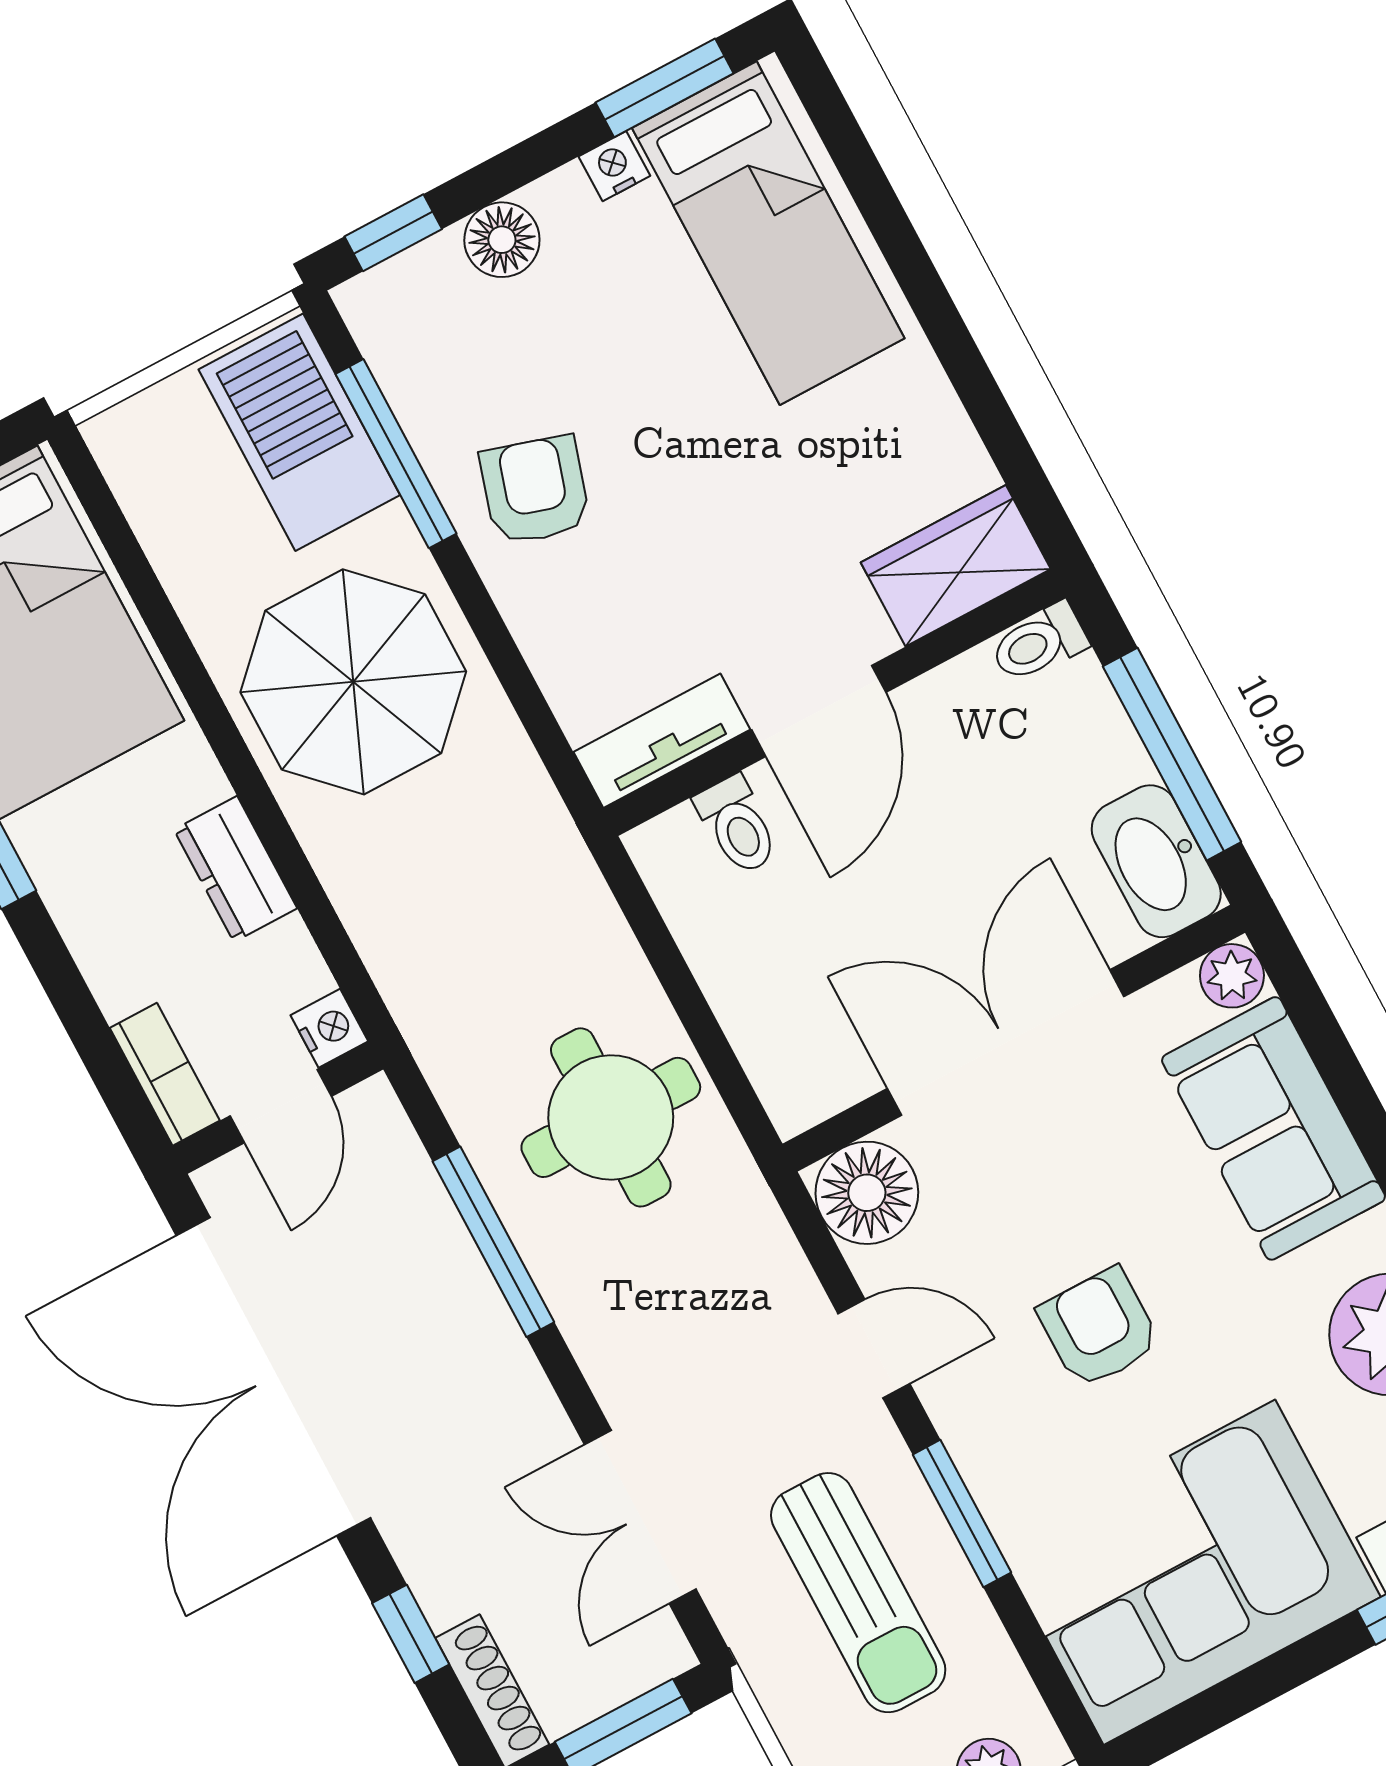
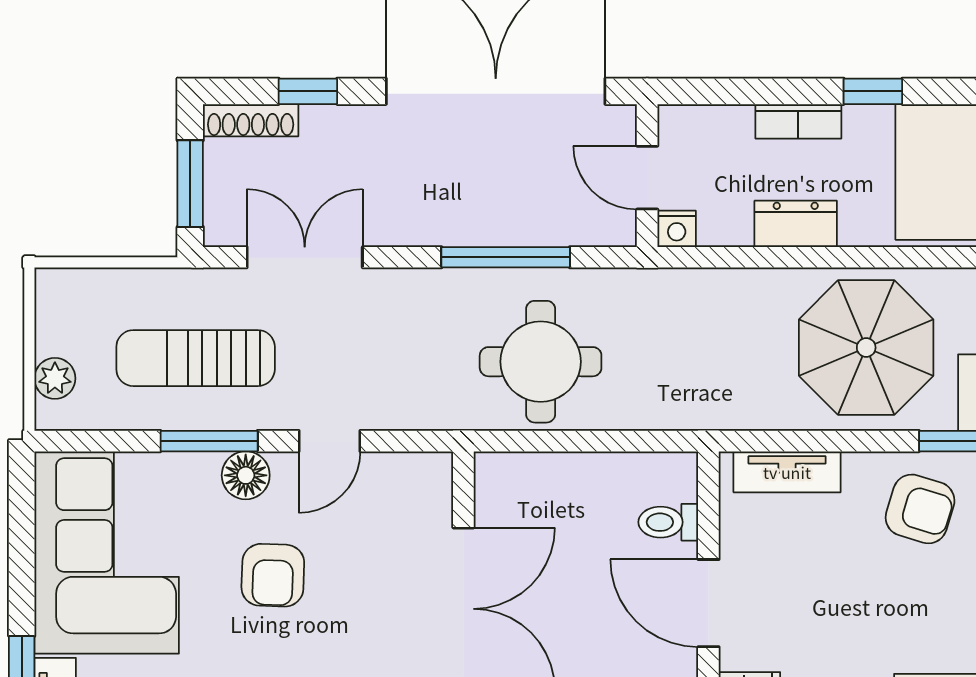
tv unit: (662, 741) -> (787, 472), moved, turned 90
bookcase: (165, 1074) -> (798, 121), moved
floor lamp: (867, 1193) -> (246, 475), moved, width x0.73, depth x0.73
armchair: (1099, 1328) -> (273, 575), turned 92

